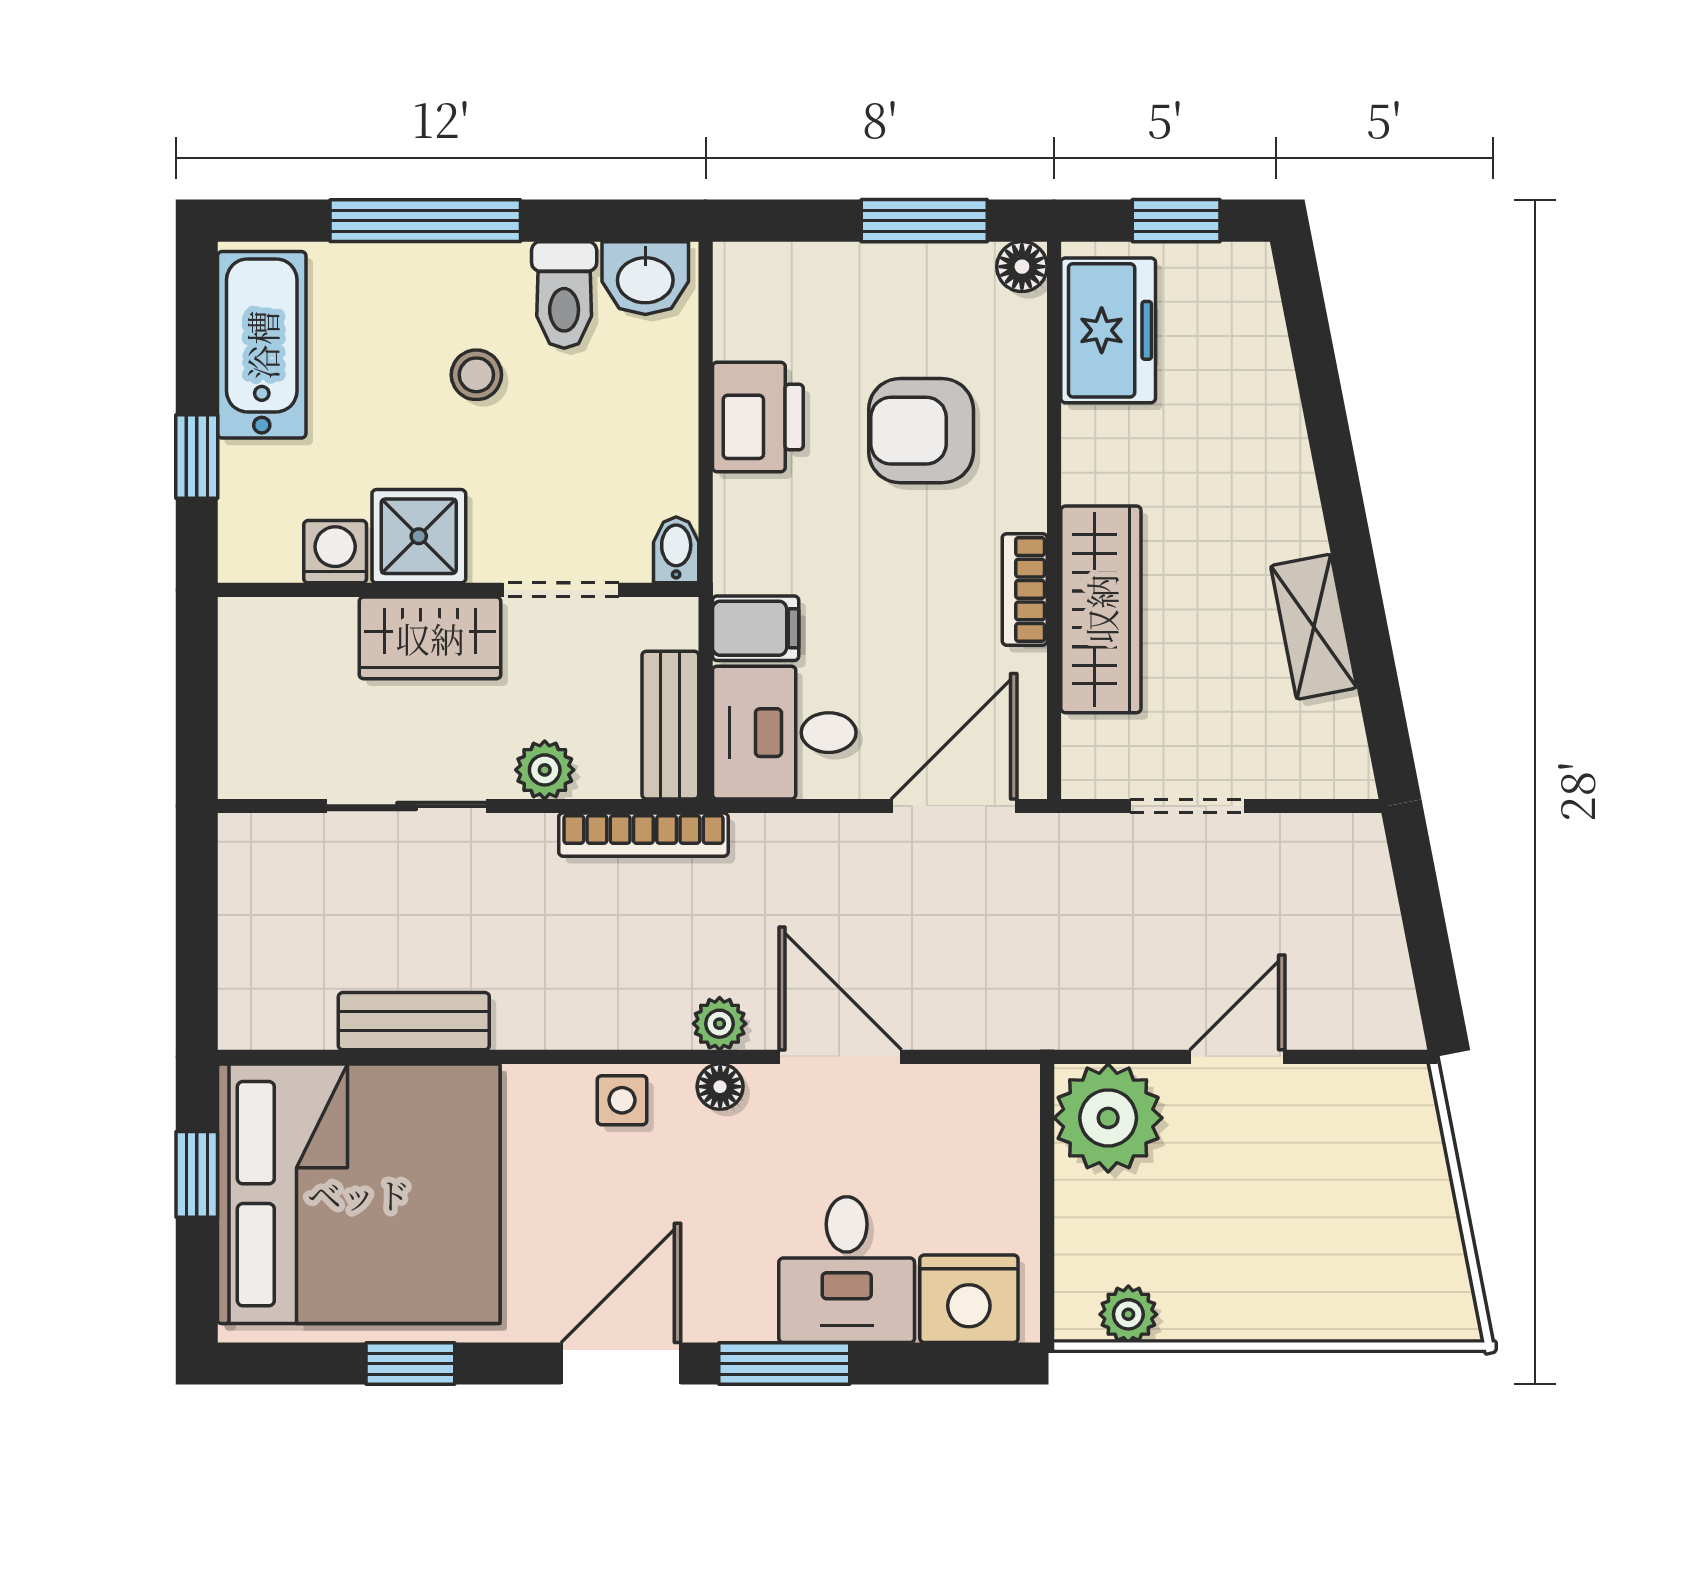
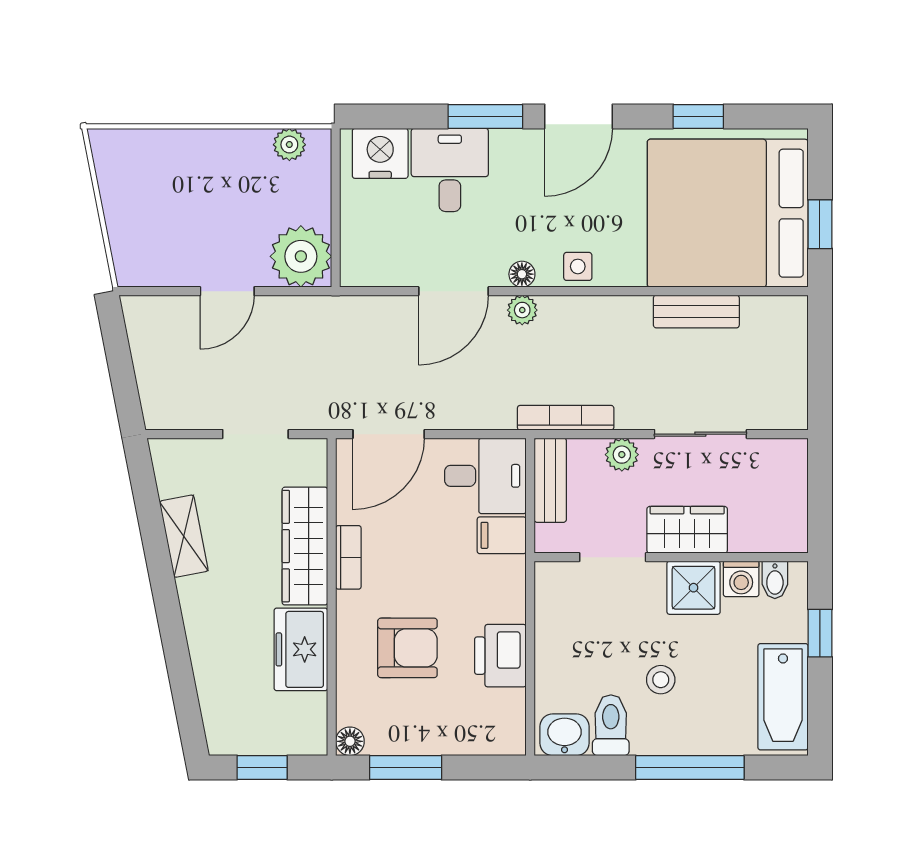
freezer: (1108, 330) -> (301, 649), moved
bidet: (676, 550) -> (775, 580), moved
door: (840, 1057) -> (453, 291), hinge flipped

